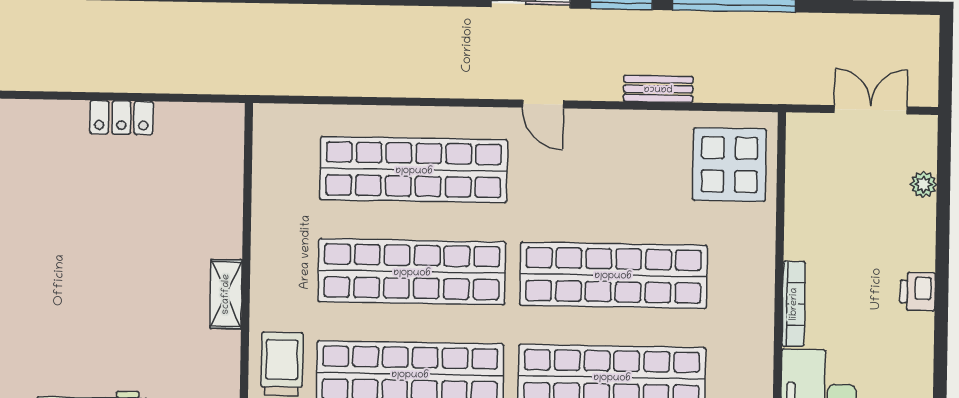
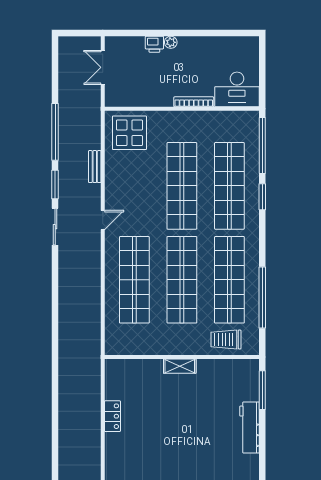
plant: (924, 184) -> (171, 42), moved
printer: (918, 292) -> (154, 44), moved
shelving: (226, 294) -> (180, 366), moved

